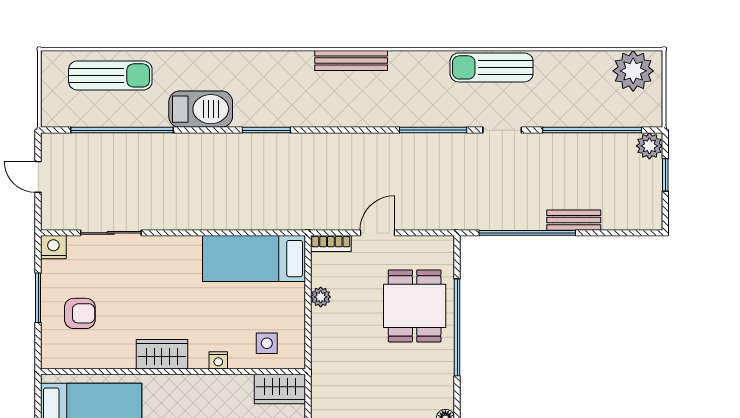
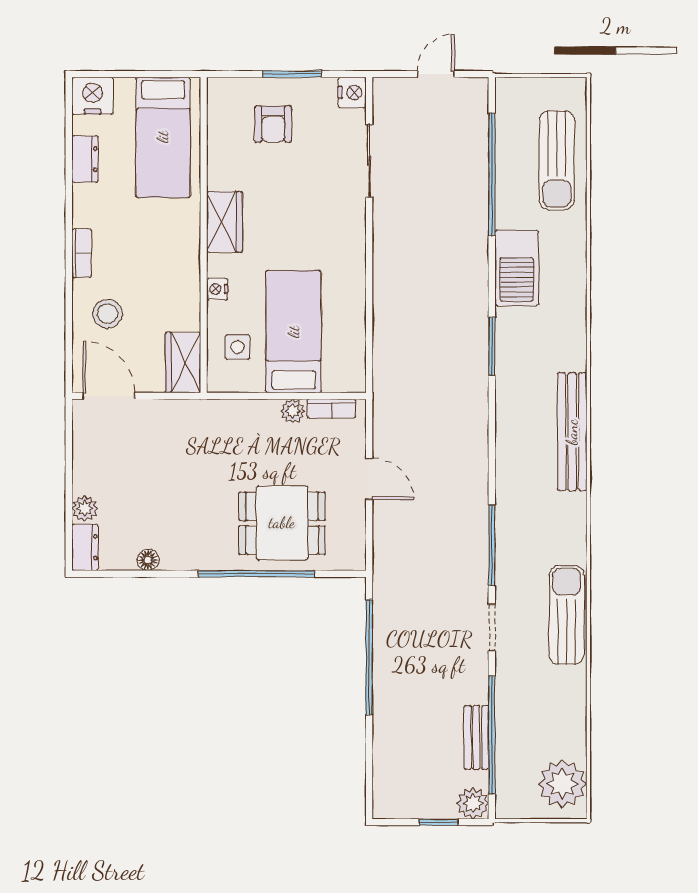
bench: (351, 61) -> (572, 432), width x1.37, depth x1.21
bench: (574, 220) -> (476, 737), moved
bookcase: (331, 244) -> (331, 409), moved, turned -90
bed: (254, 259) -> (294, 332), moved

